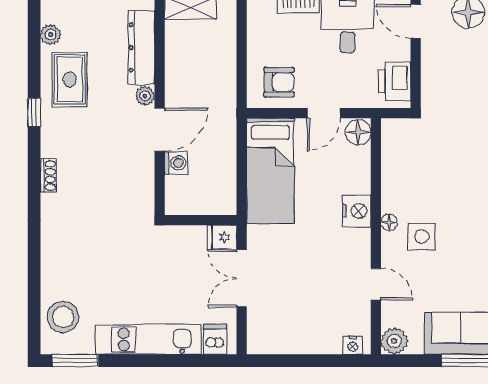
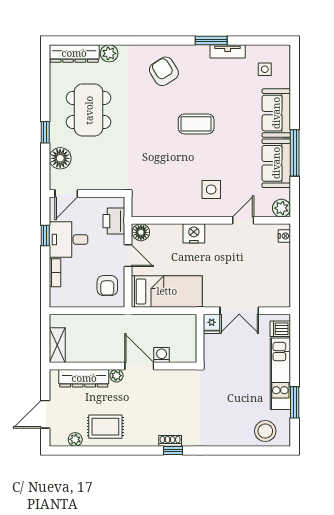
printer: (395, 81) -> (114, 221), moved, turned 90
armchair: (279, 82) -> (107, 286), turned 180
window: (34, 112) -> (173, 450), moved
floor lamp: (389, 222) -> (202, 212), removed
window: (75, 361) -> (295, 402), moved

